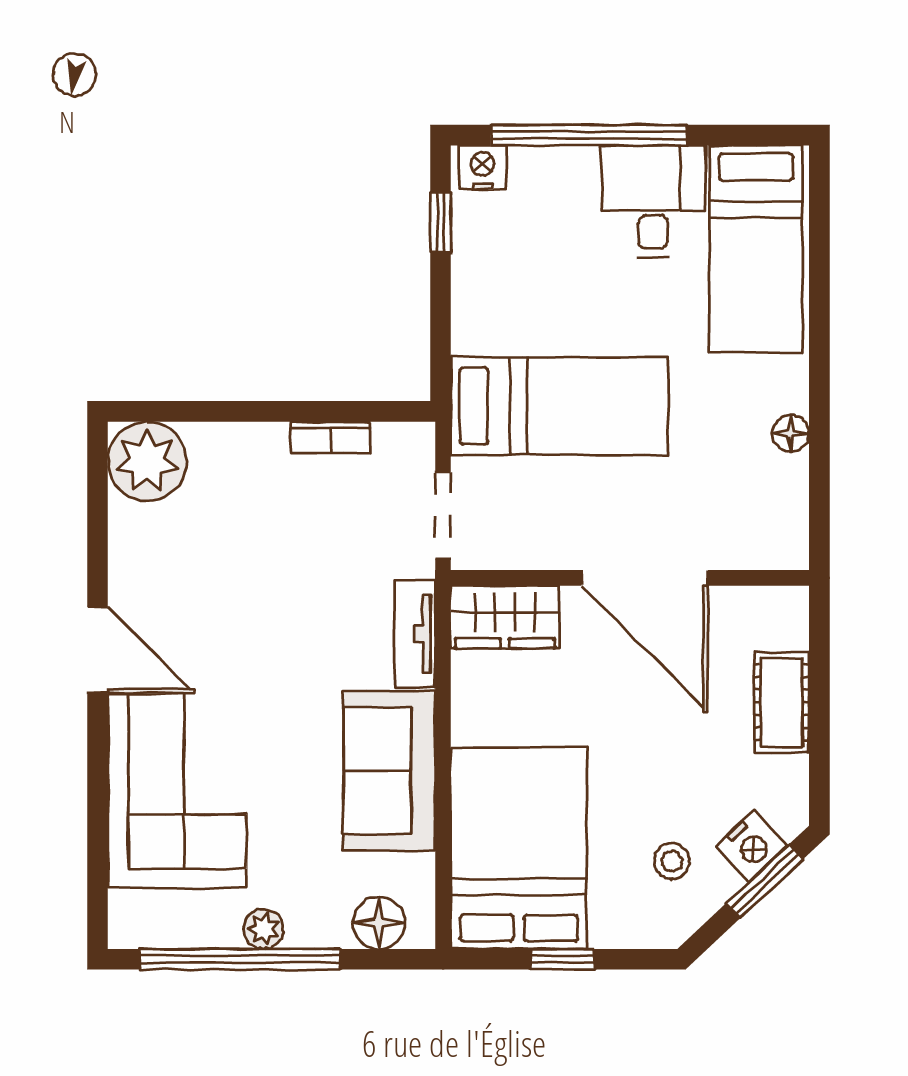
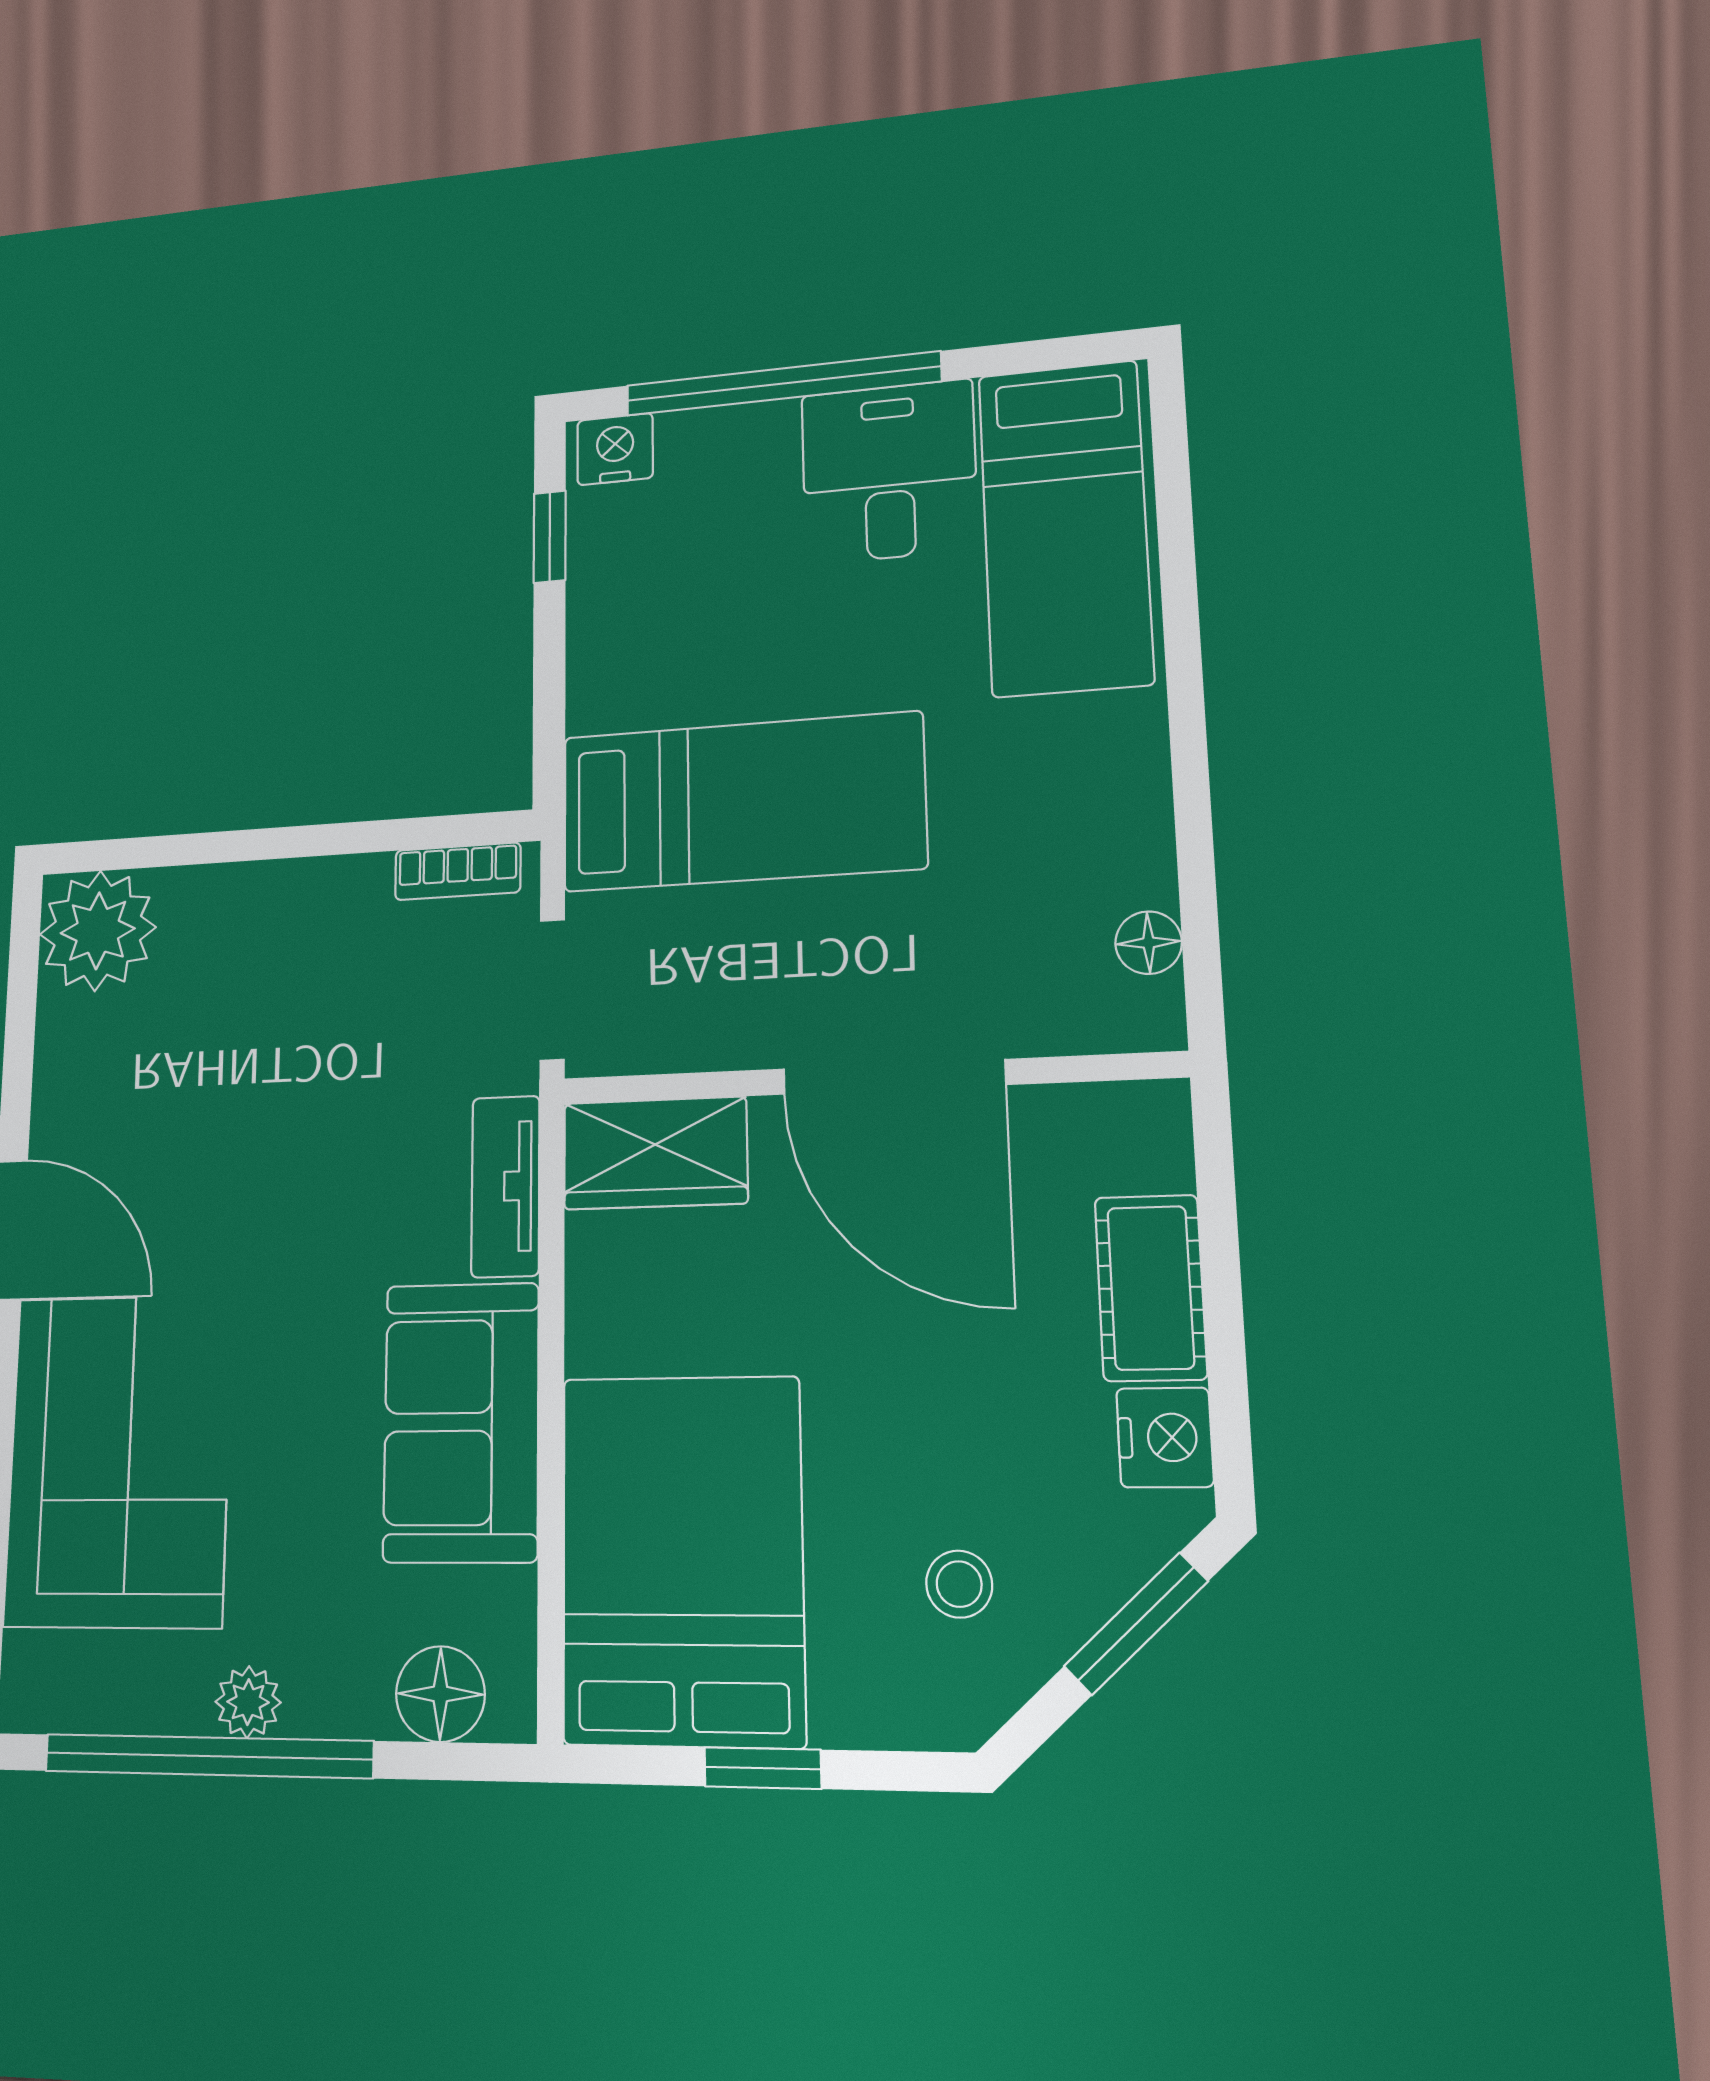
floor lamp: (791, 433) -> (1149, 943), moved
bookcase: (330, 438) -> (458, 871), moved
nightstand: (751, 846) -> (1165, 1437), moved, turned -47

